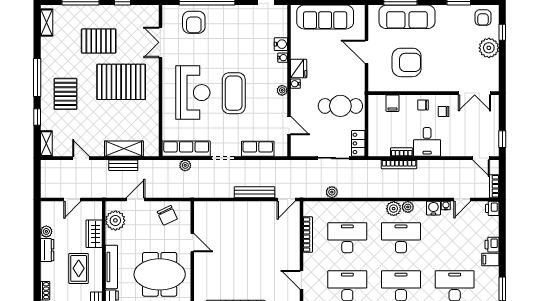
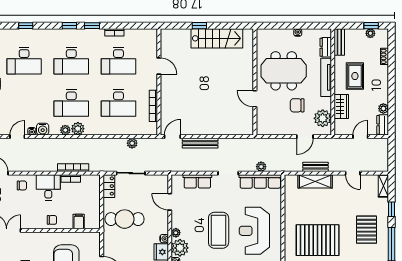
plant: (278, 73) -> (180, 248), added
chair: (444, 111) -> (22, 185), moved
chair: (167, 215) -> (297, 105), moved, turned -65
dresser: (47, 250) -> (383, 125), moved

